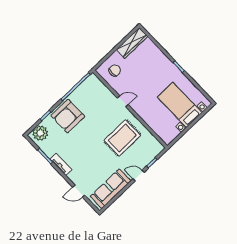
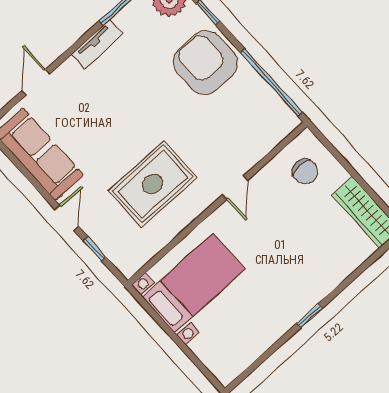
bed with nightstands: (180, 105) -> (194, 283), moved
rug: (122, 138) -> (153, 184), turned 90

